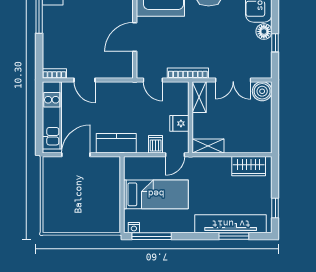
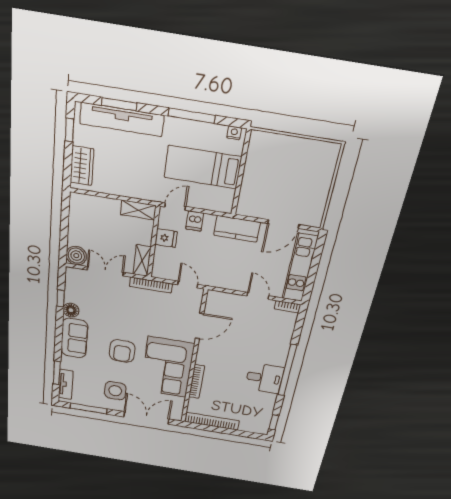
wardrobe: (249, 166) -> (82, 166), moved, turned 90
window: (152, 236) -> (192, 116), moved

